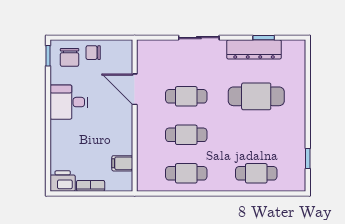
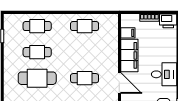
filing cabinet: (120, 130) -> (129, 55), added
cafe table: (186, 135) -> (37, 52), moved

